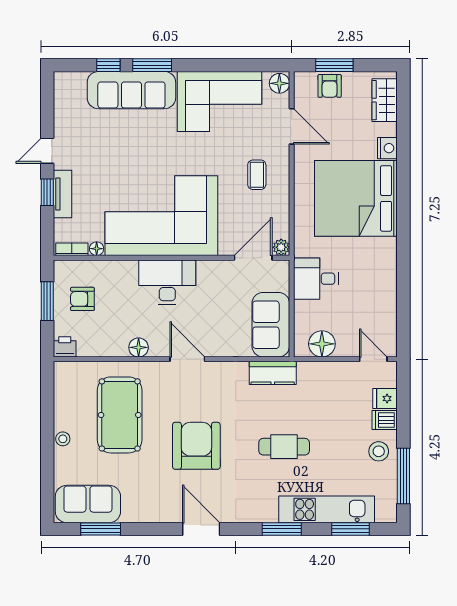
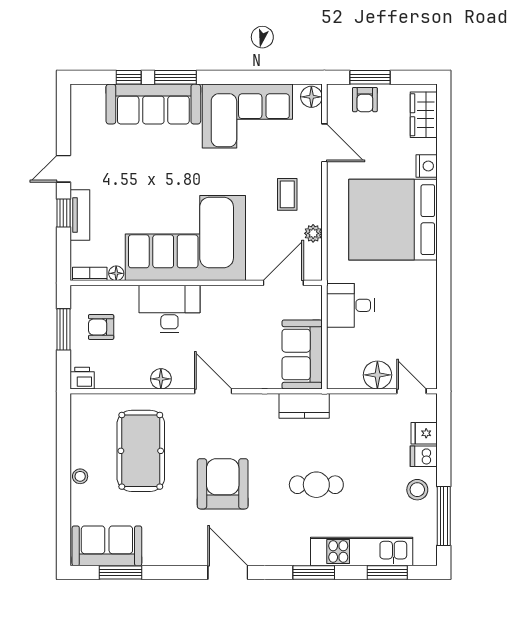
plant: (281, 247) -> (313, 233), moved
desk: (167, 282) -> (169, 309), moved
floor lamp: (322, 344) -> (377, 375), moved

